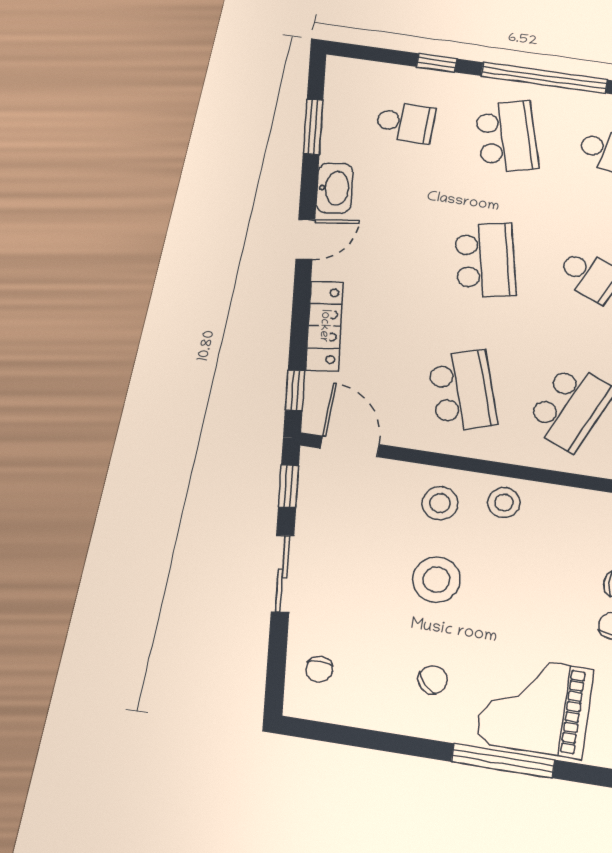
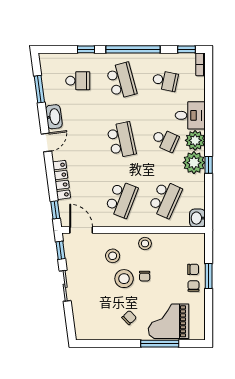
school desk: (462, 391) -> (121, 199), turned 39
stool: (440, 503) -> (113, 256), moved
chair: (319, 669) -> (145, 276), moved

